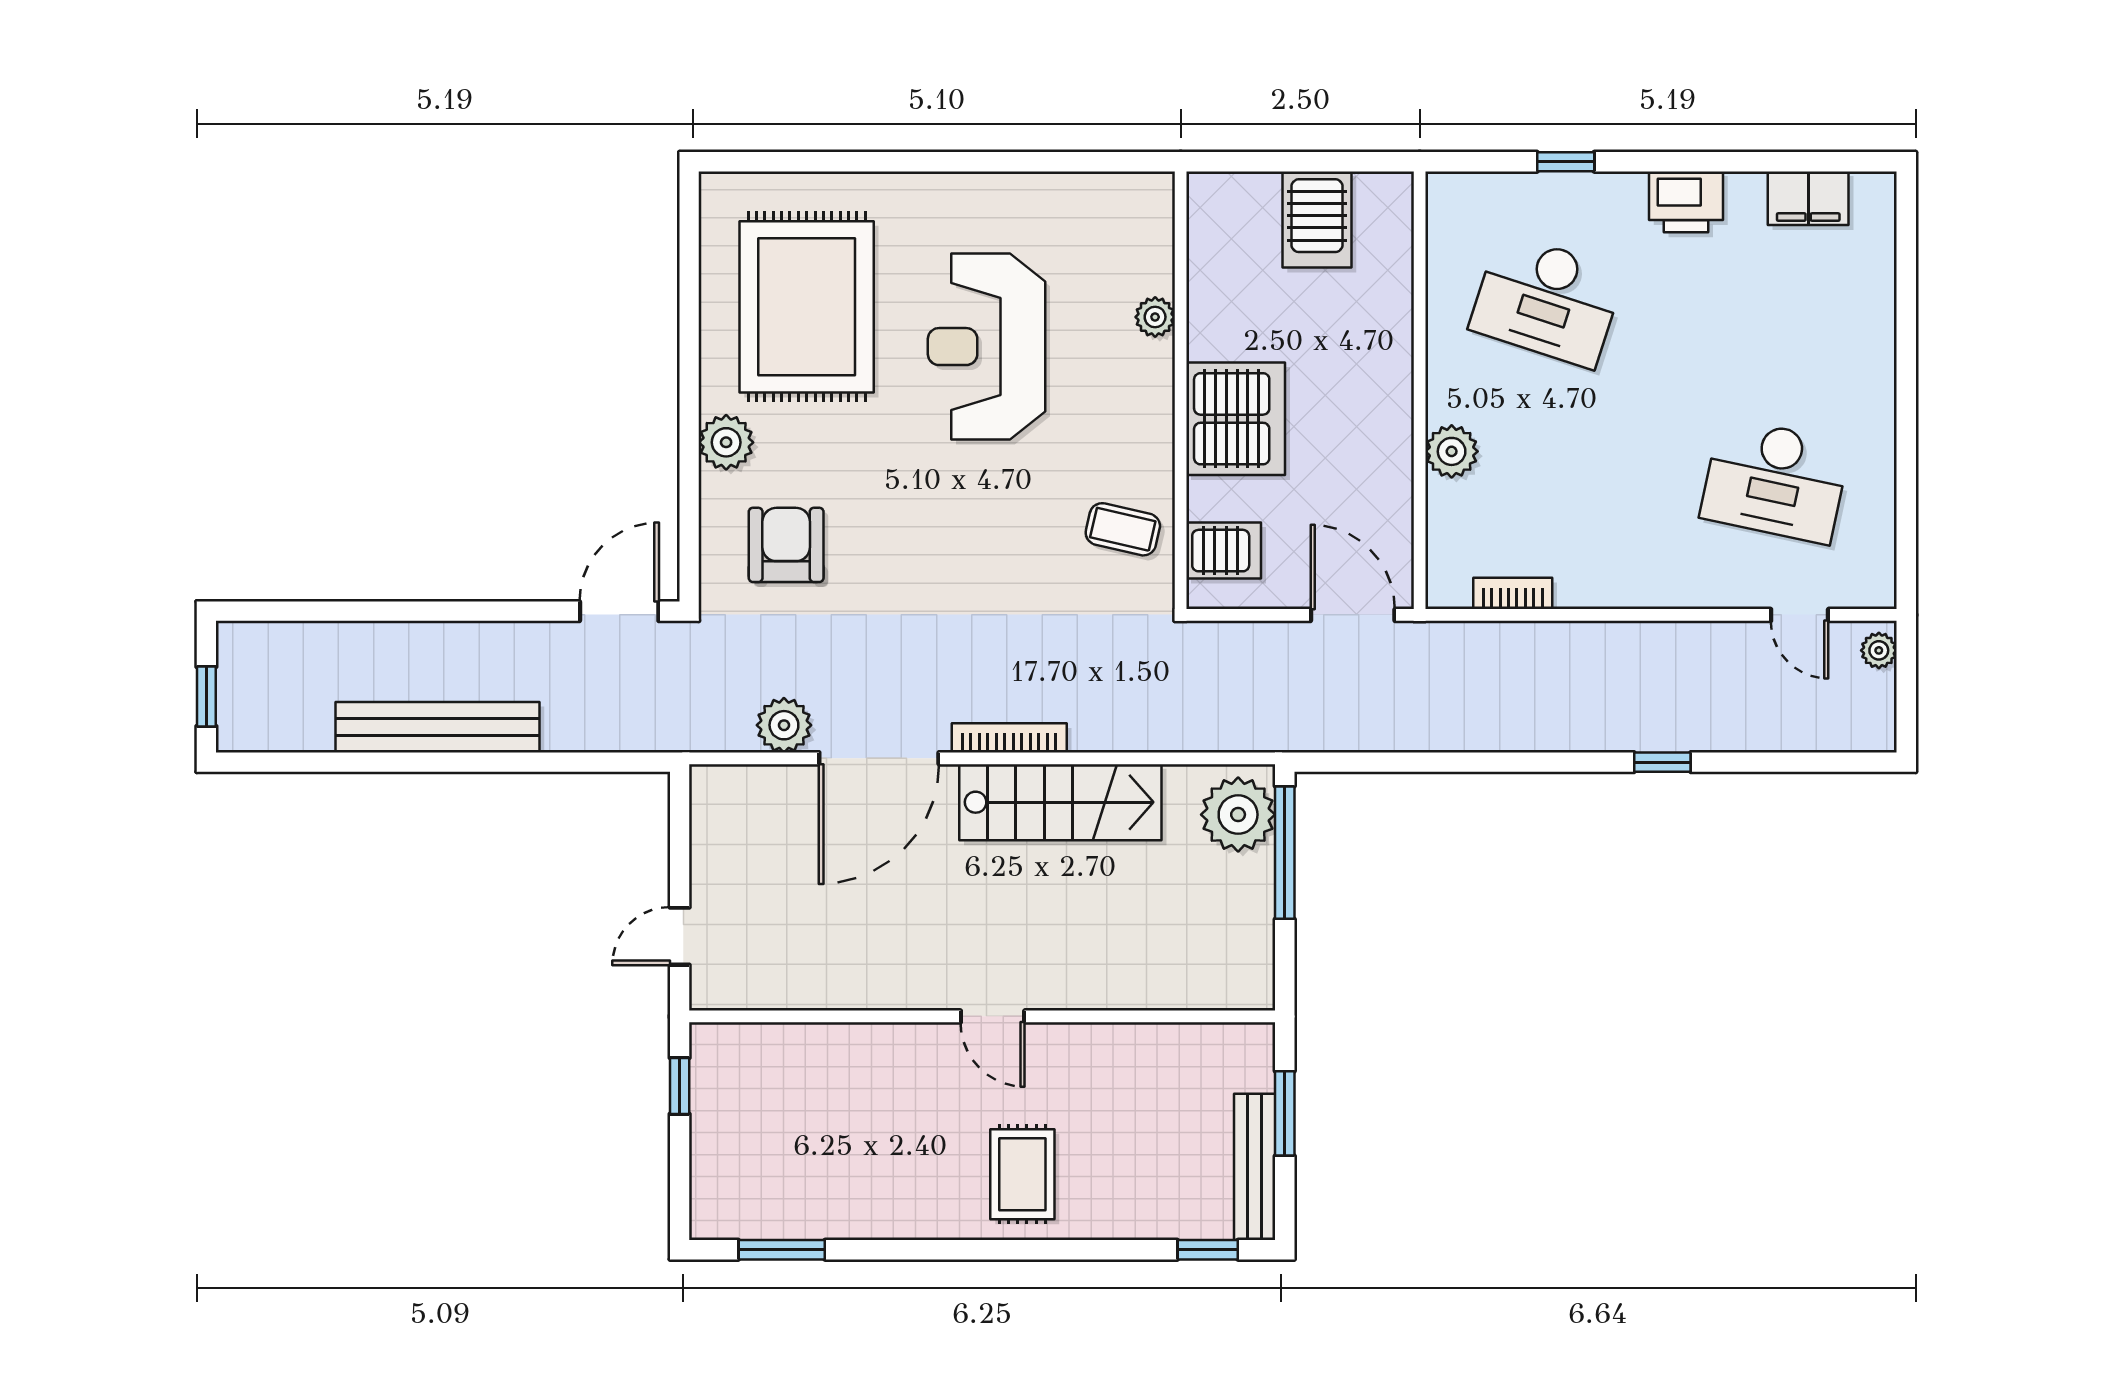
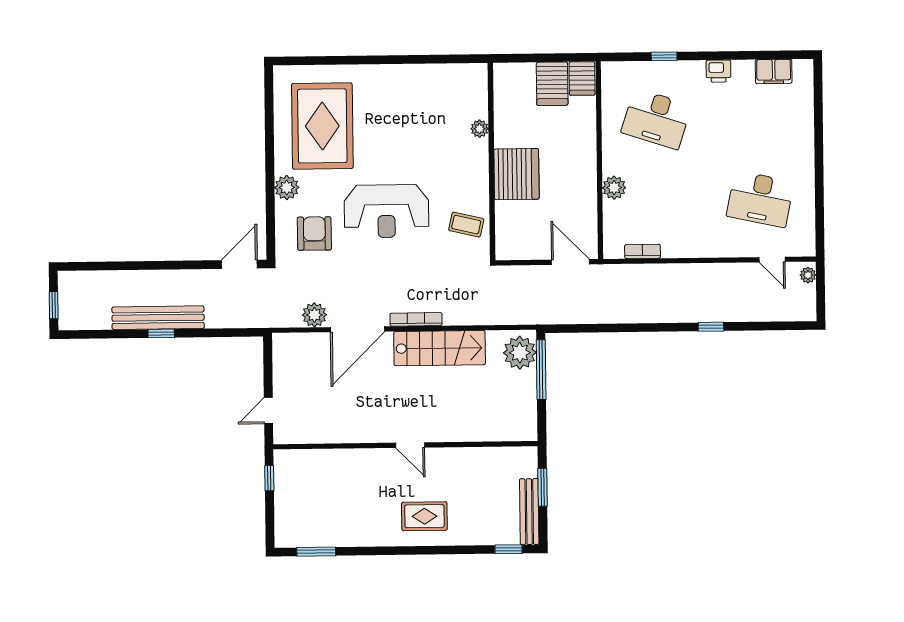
printer: (1686, 202) -> (718, 71), width x0.73, depth x0.81
reception desk: (987, 347) -> (386, 211), moved, turned -90
server rack: (1224, 551) -> (582, 79), moved, turned 90
window: (444, 762) -> (161, 333), added
rug: (1022, 1174) -> (424, 516), turned 90

